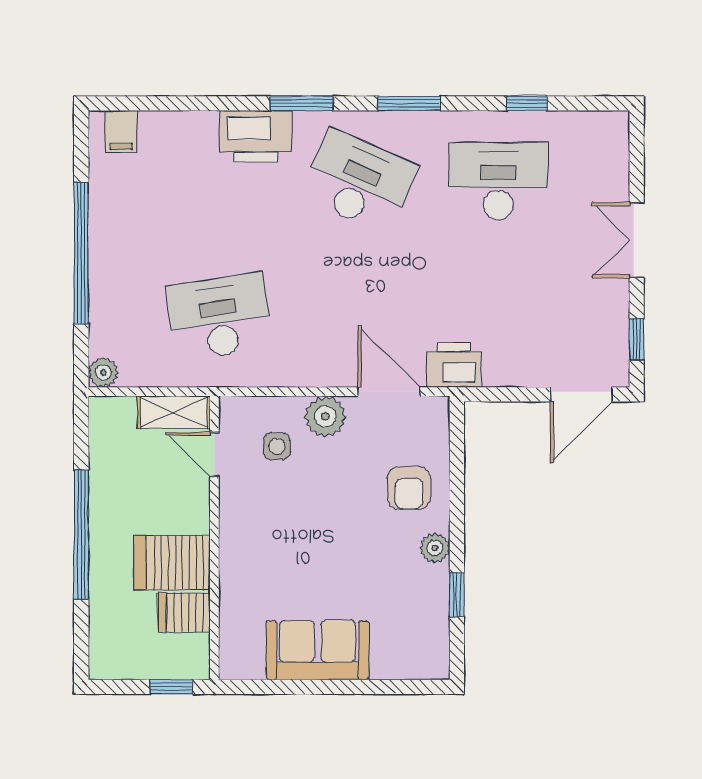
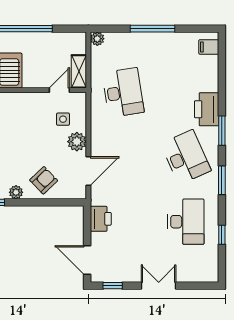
desk: (359, 181) -> (186, 157), turned -48
window: (81, 253) -> (152, 29), width x0.68
printer: (454, 365) -> (101, 219), moved
armchair: (409, 488) -> (44, 180), turned 136

